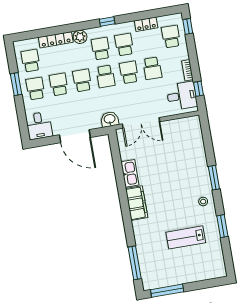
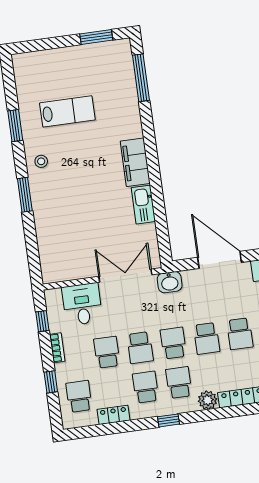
window: (188, 26) -> (51, 382), moved
school desk: (171, 36) -> (79, 396), turned 180
school desk: (124, 45) -> (146, 387), turned 180
school desk: (101, 49) -> (179, 383), turned 180
desk: (182, 96) -> (82, 304), moved, turned 90
window: (167, 291) -> (96, 37), width x0.69

